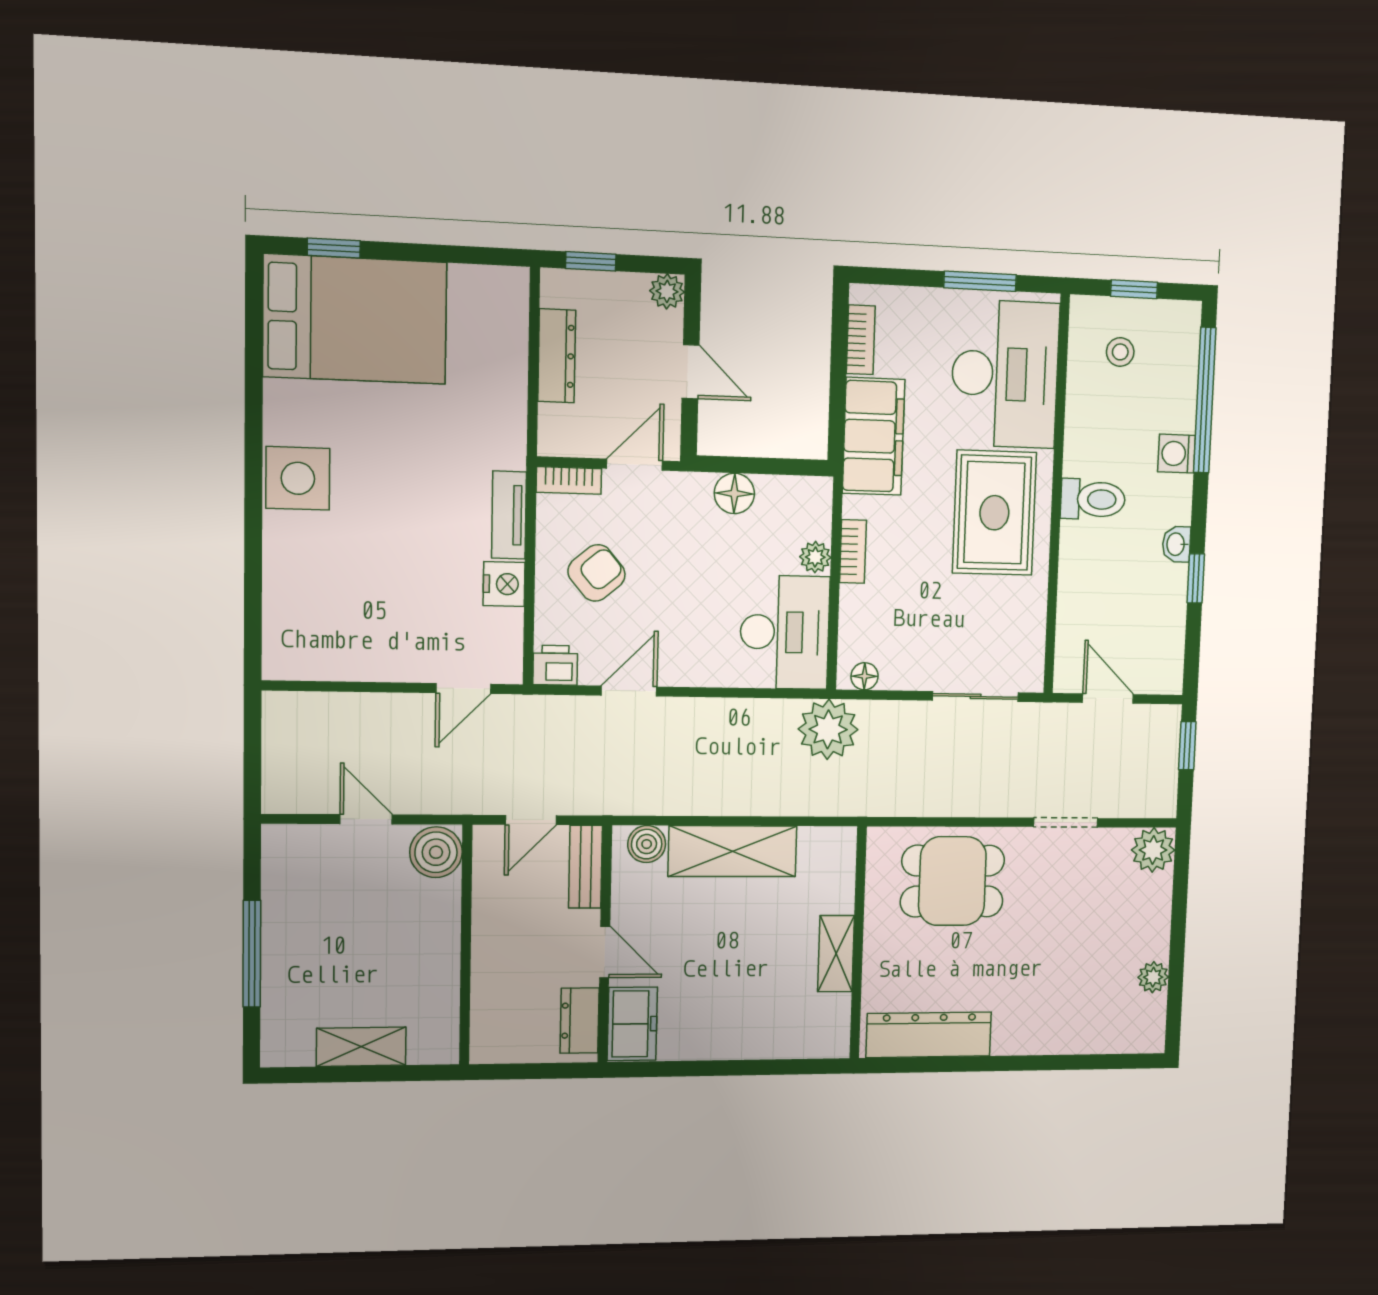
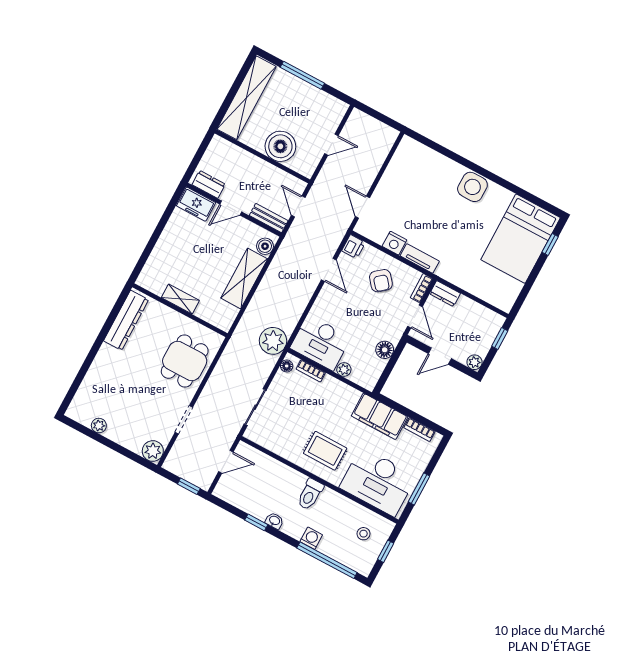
dresser: (557, 356) -> (445, 294), moved, width x0.70
rug: (994, 513) -> (325, 451), width x0.73, depth x0.70
bookcase: (853, 551) -> (311, 371), moved
boiler: (436, 852) -> (280, 146), moved, width x1.37, depth x1.37
shelving: (361, 1047) -> (247, 98), width x2.20, depth x1.33

